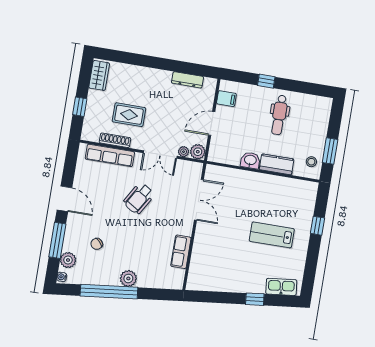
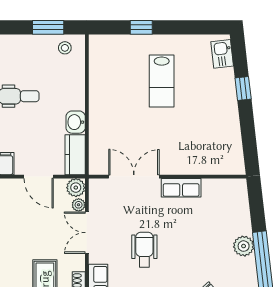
double door: (160, 155) -> (87, 233), swing flipped
kitchen counter: (277, 164) -> (75, 155), moved
wheelchair: (139, 198) -> (144, 250), turned -121
row of seats: (181, 252) -> (181, 188), moved
kitchen sink: (281, 287) -> (222, 54), width x0.73

